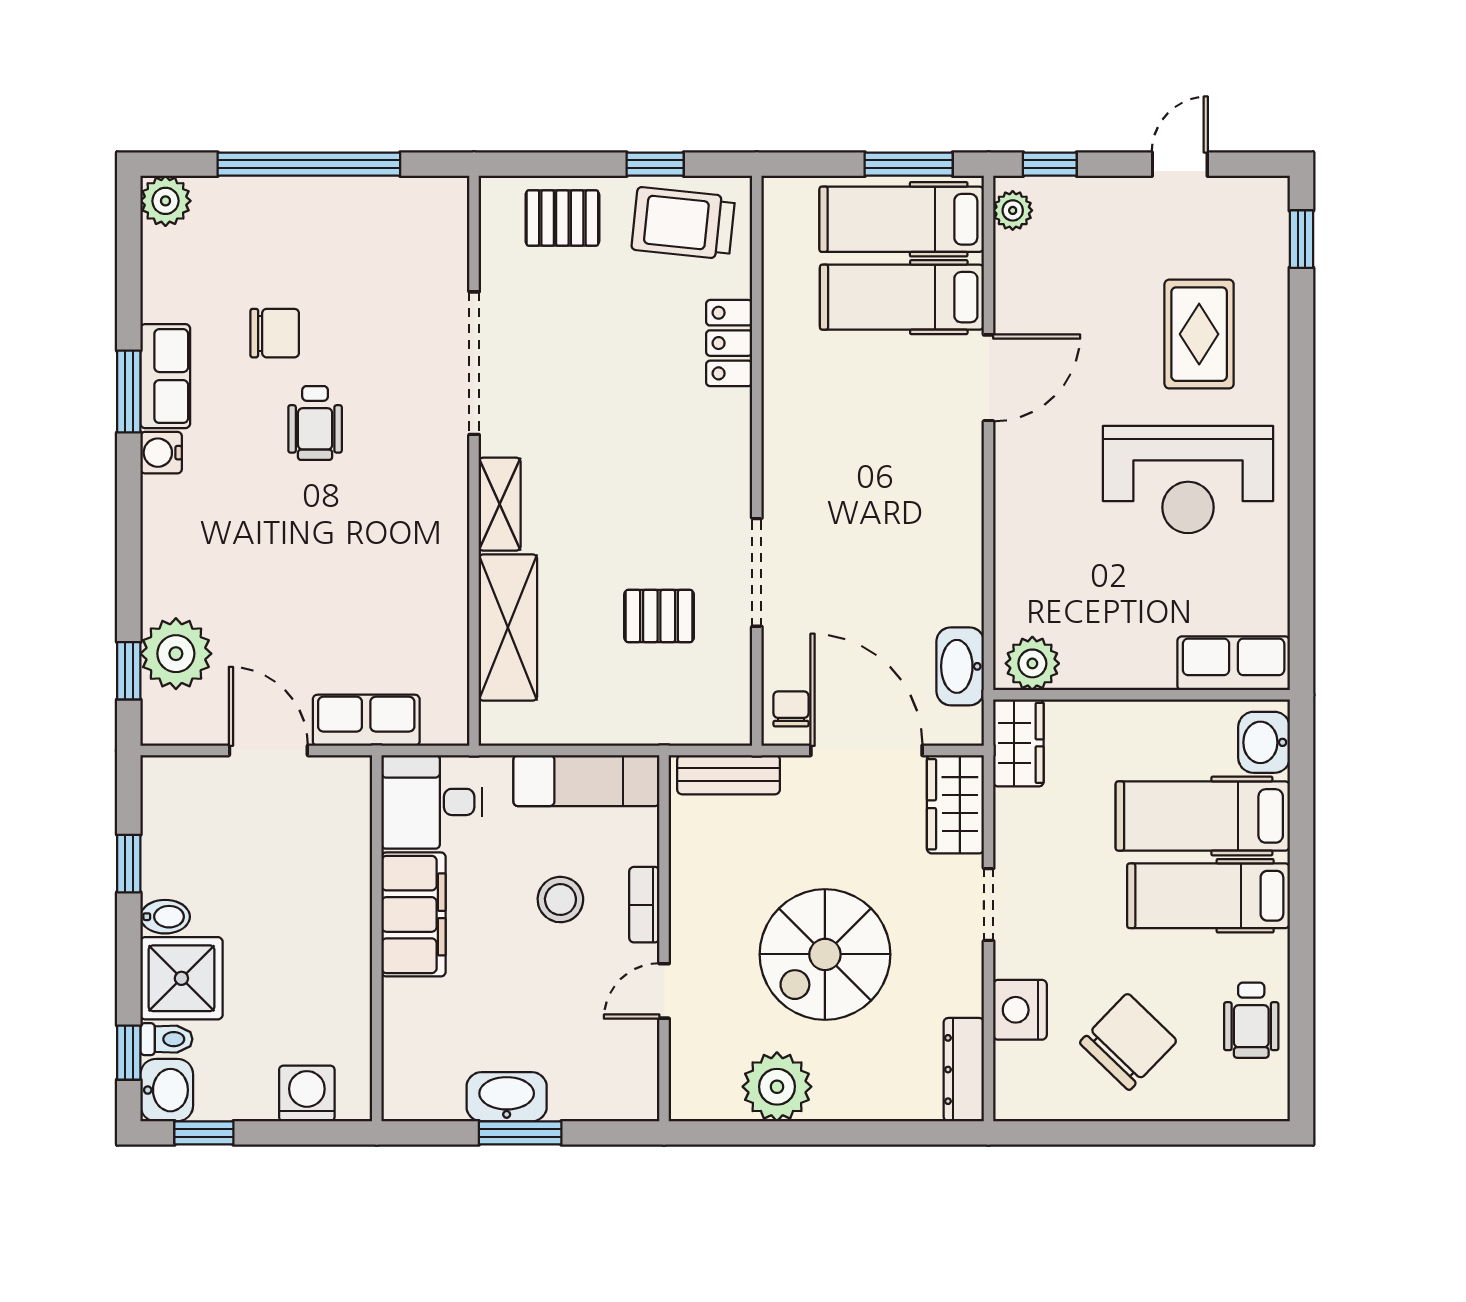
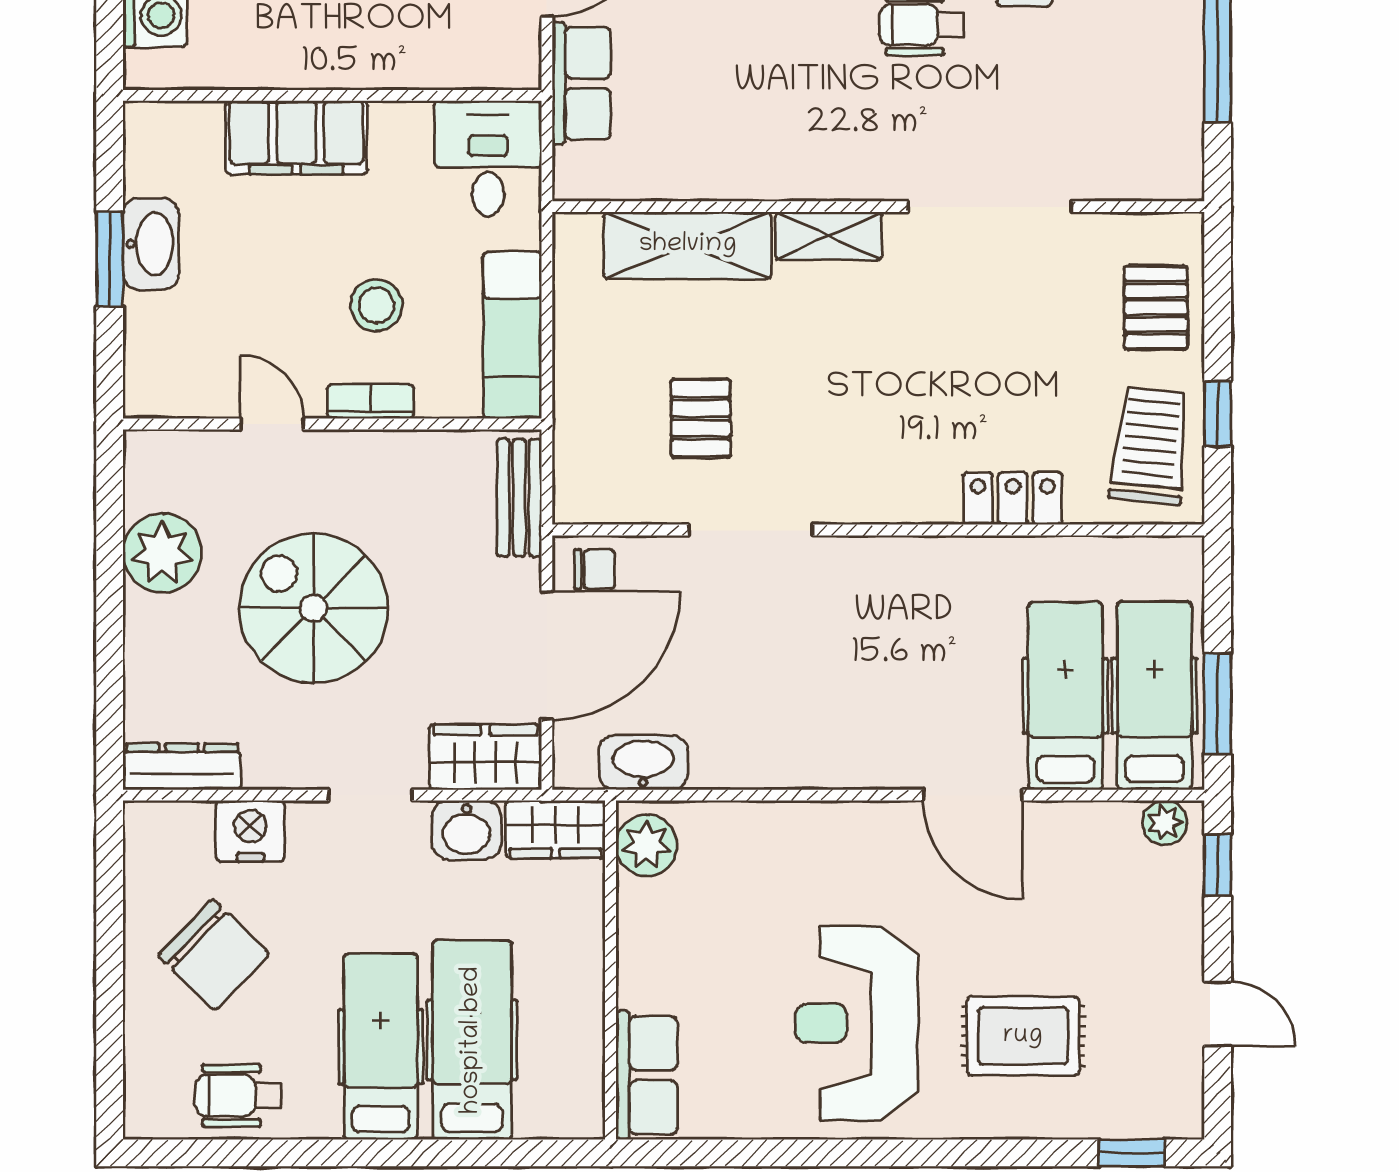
washbasin: (1264, 742) -> (467, 830), moved, turned 180
filing cabinet: (414, 914) -> (296, 137), moved

